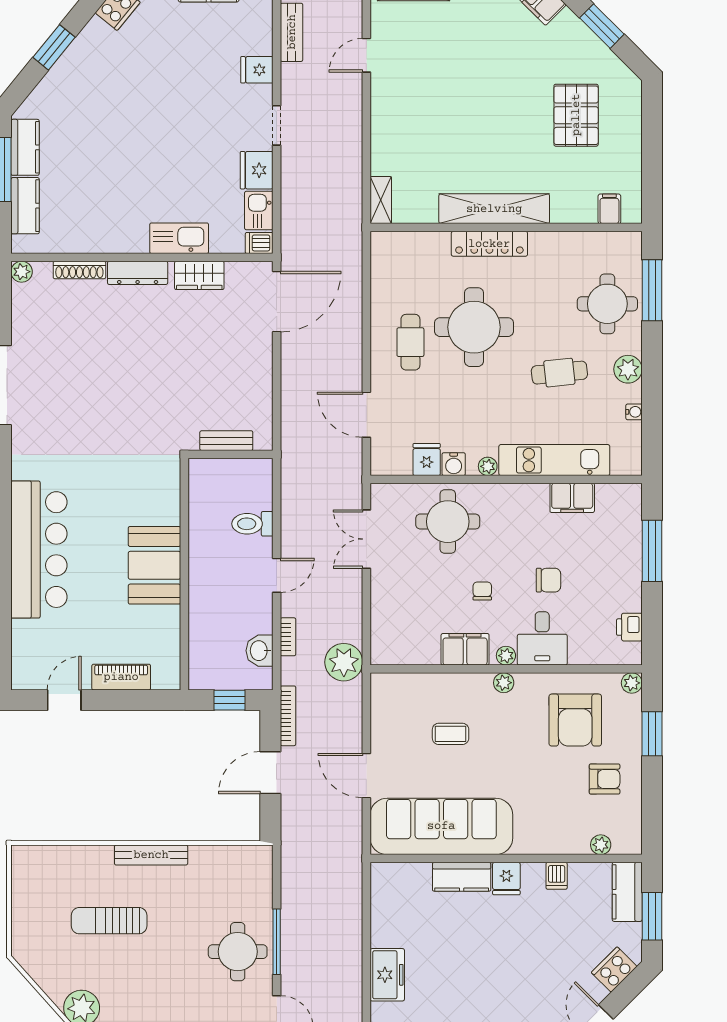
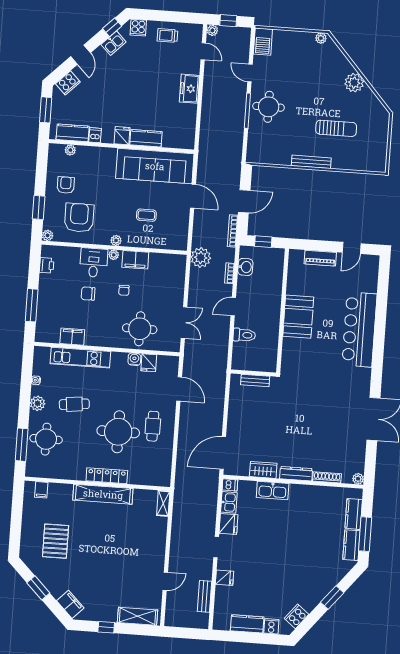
plant: (488, 466) -> (116, 357), removed
armchair: (605, 779) -> (66, 185), turned 90
kitchen counter: (627, 892) -> (73, 133), moved, turned -90

